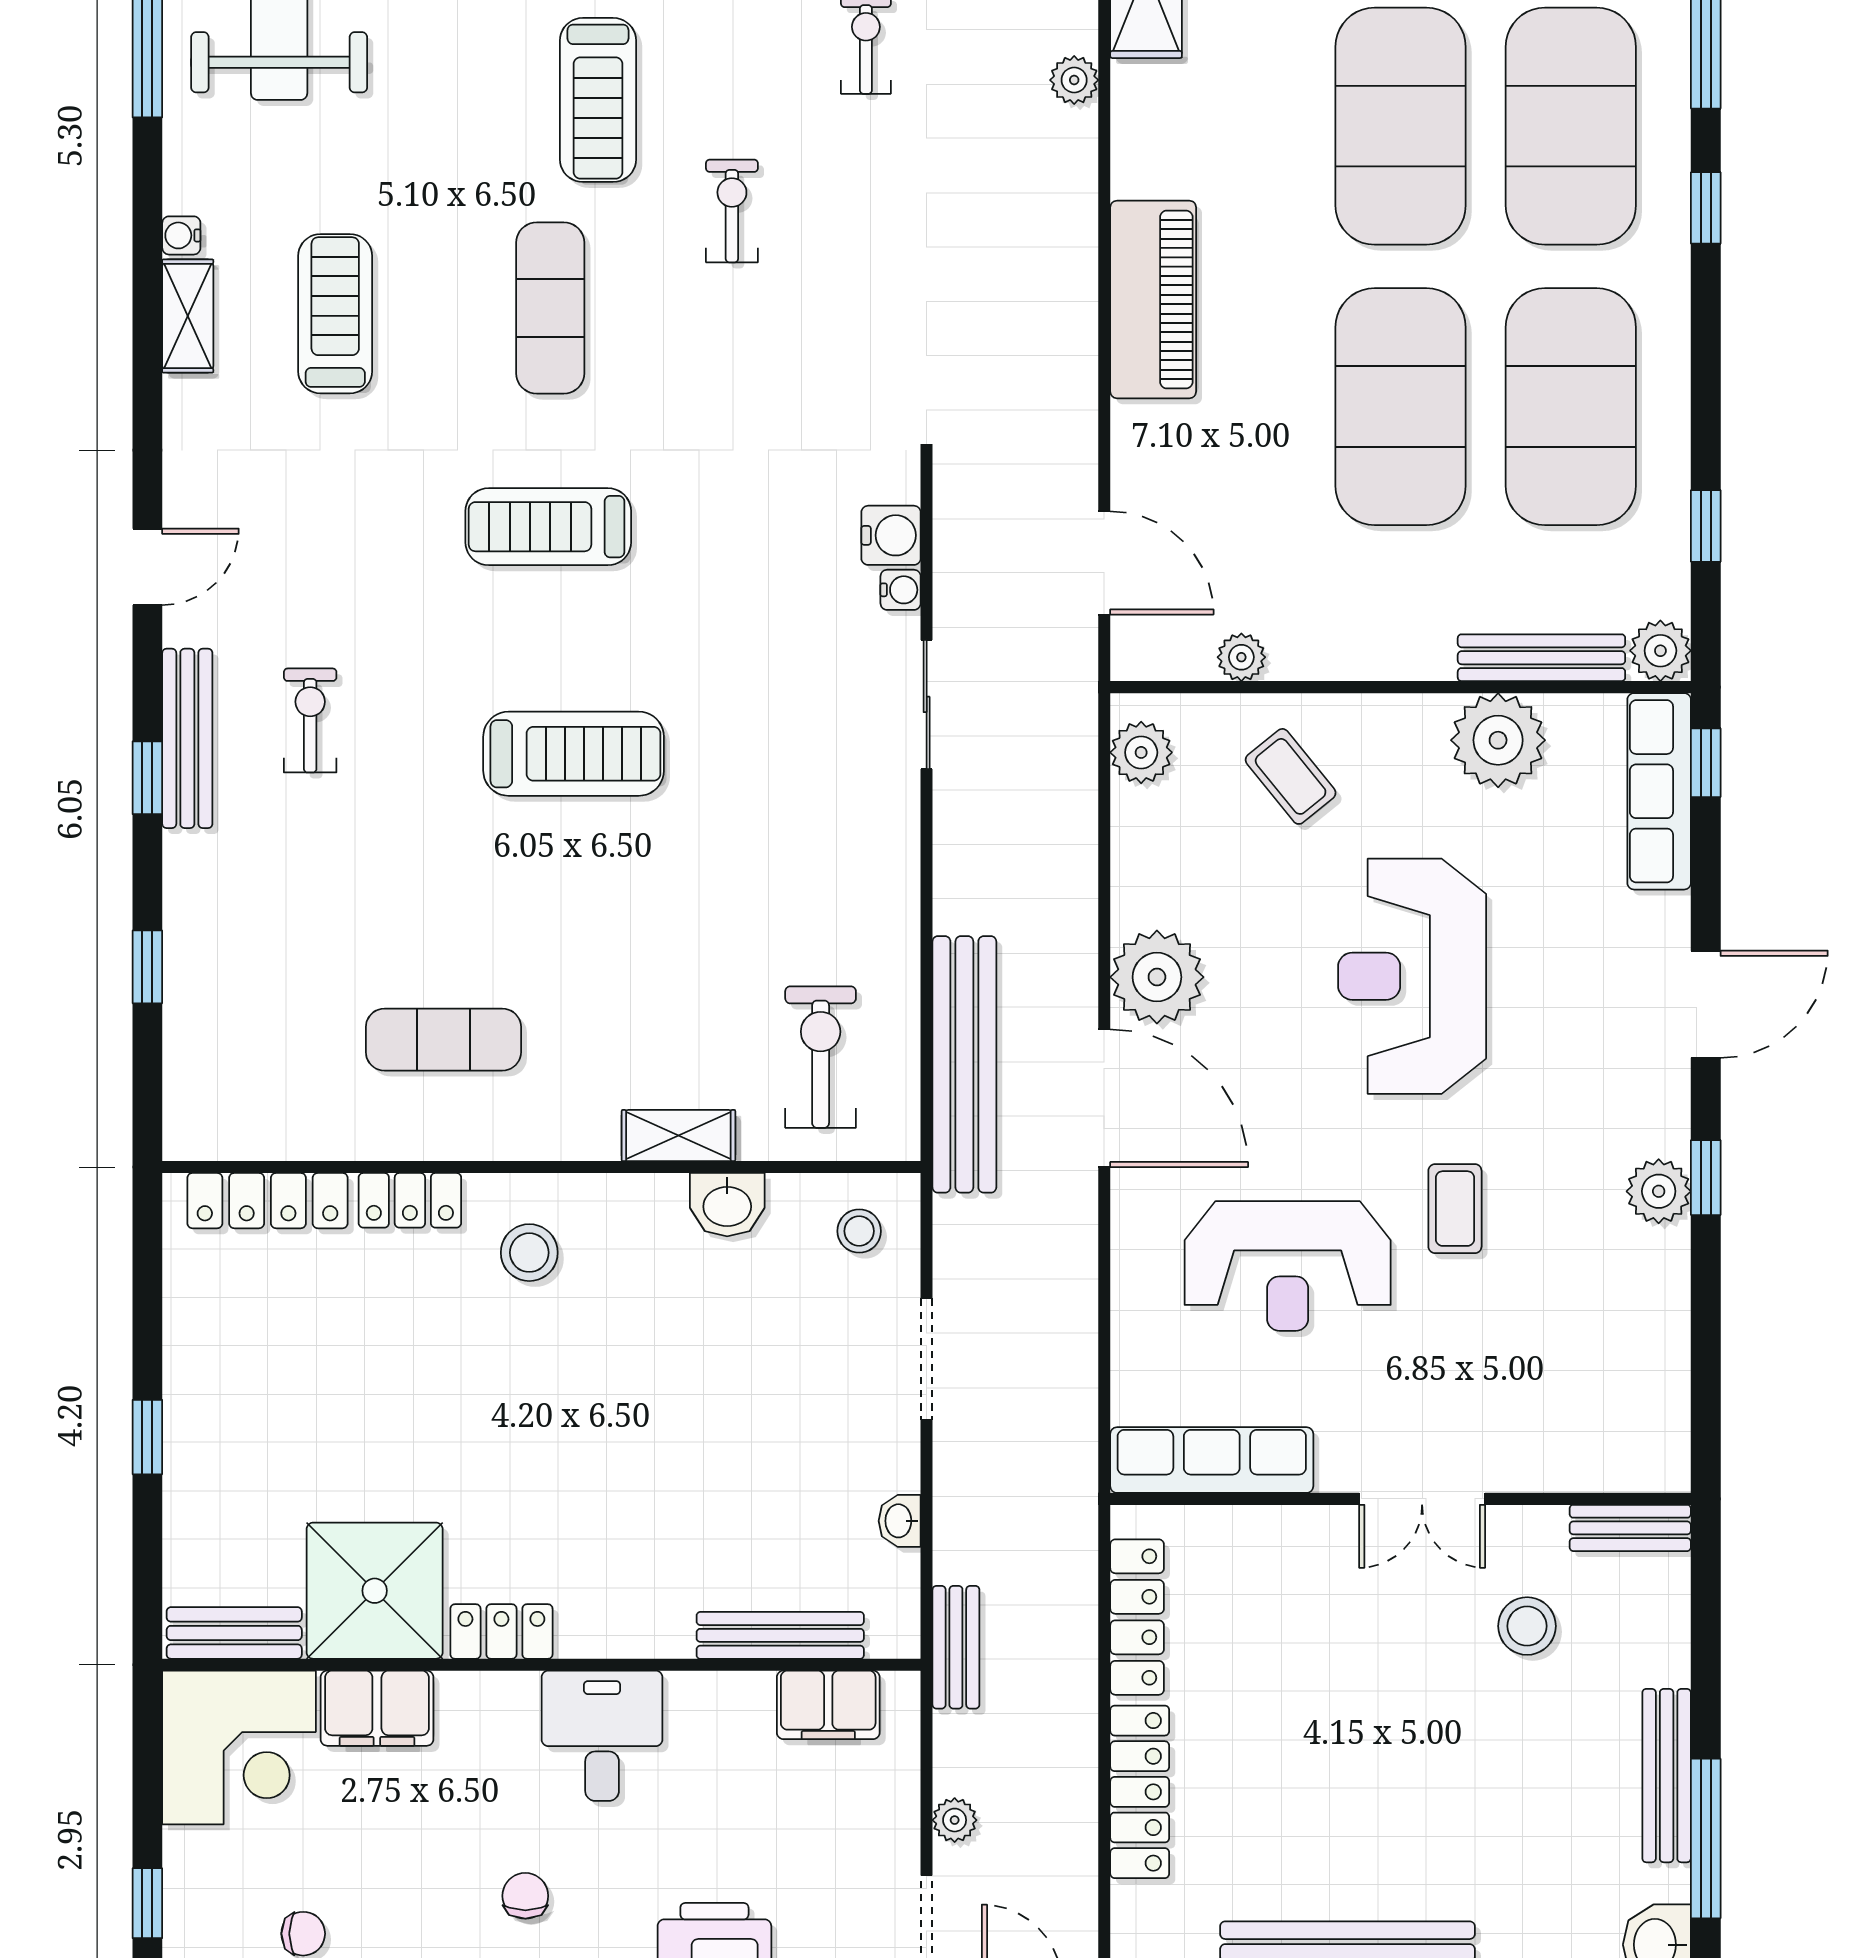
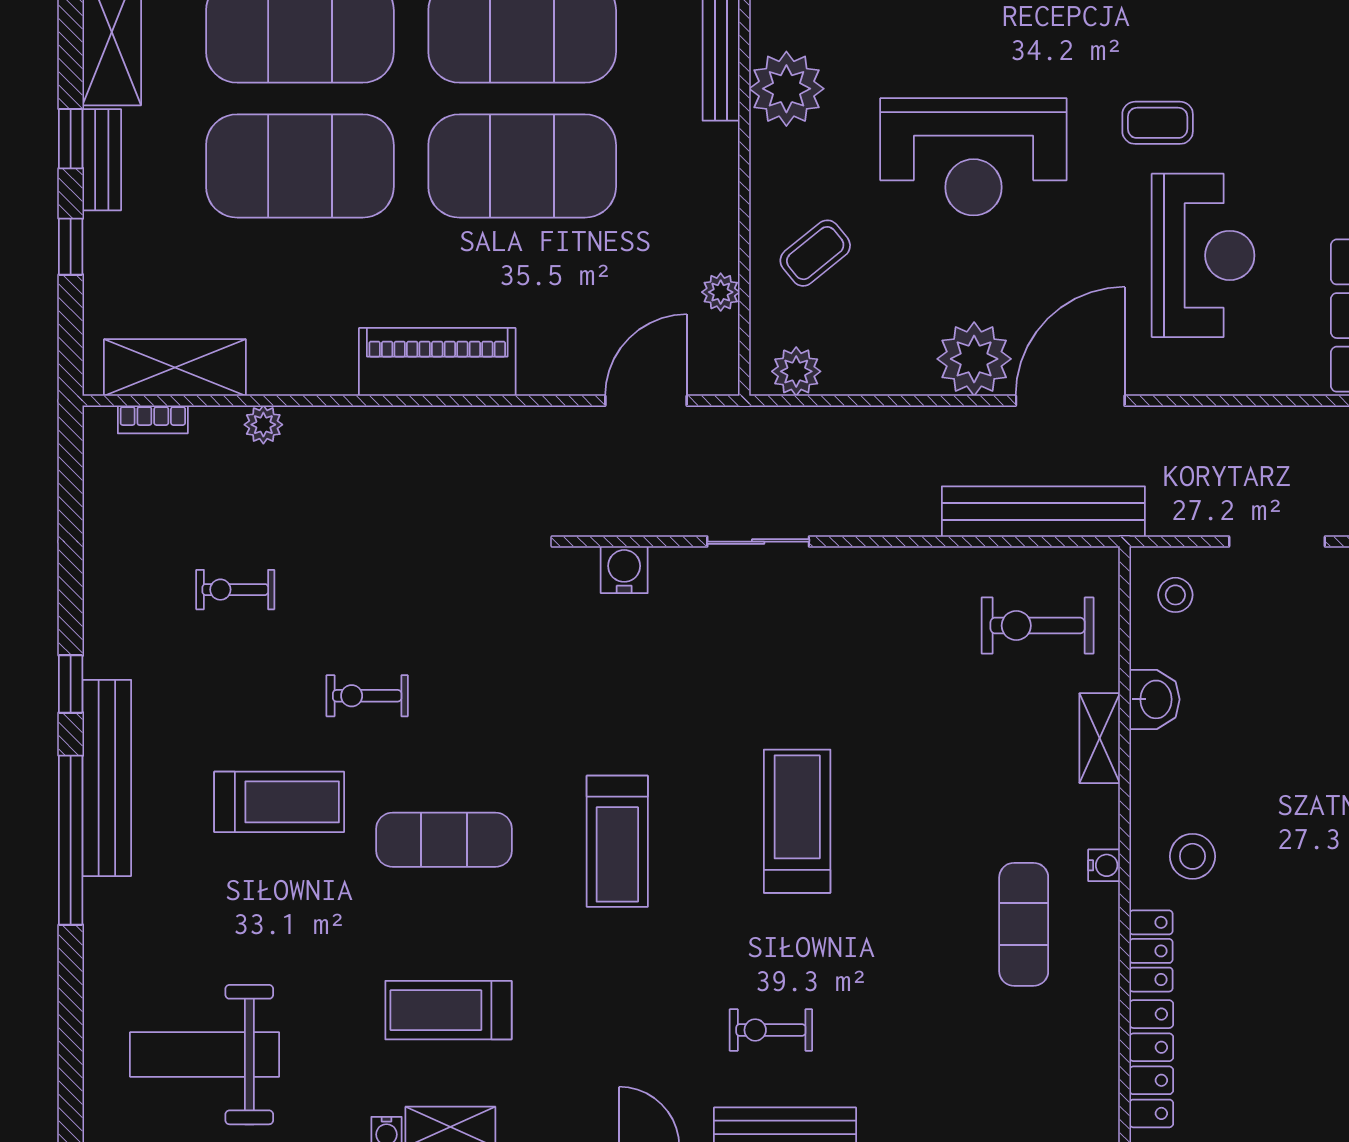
water cooler: (901, 590) -> (1104, 865), moved, turned 90

